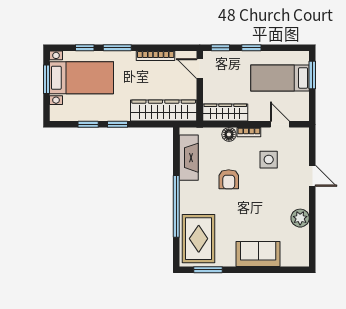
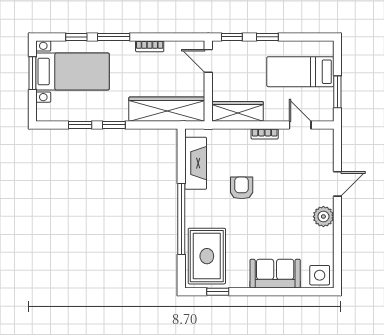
bookcase: (156, 56) -> (150, 46), width x0.64
window: (312, 75) -> (337, 92), moved
floor lamp: (229, 134) -> (242, 137), removed
side table: (269, 160) -> (320, 275), moved
door: (312, 176) -> (337, 184), hinge flipped
armchair: (229, 179) -> (242, 188), turned 180
plant: (300, 218) -> (323, 217), moved
window: (208, 270) -> (218, 292), width x0.67

